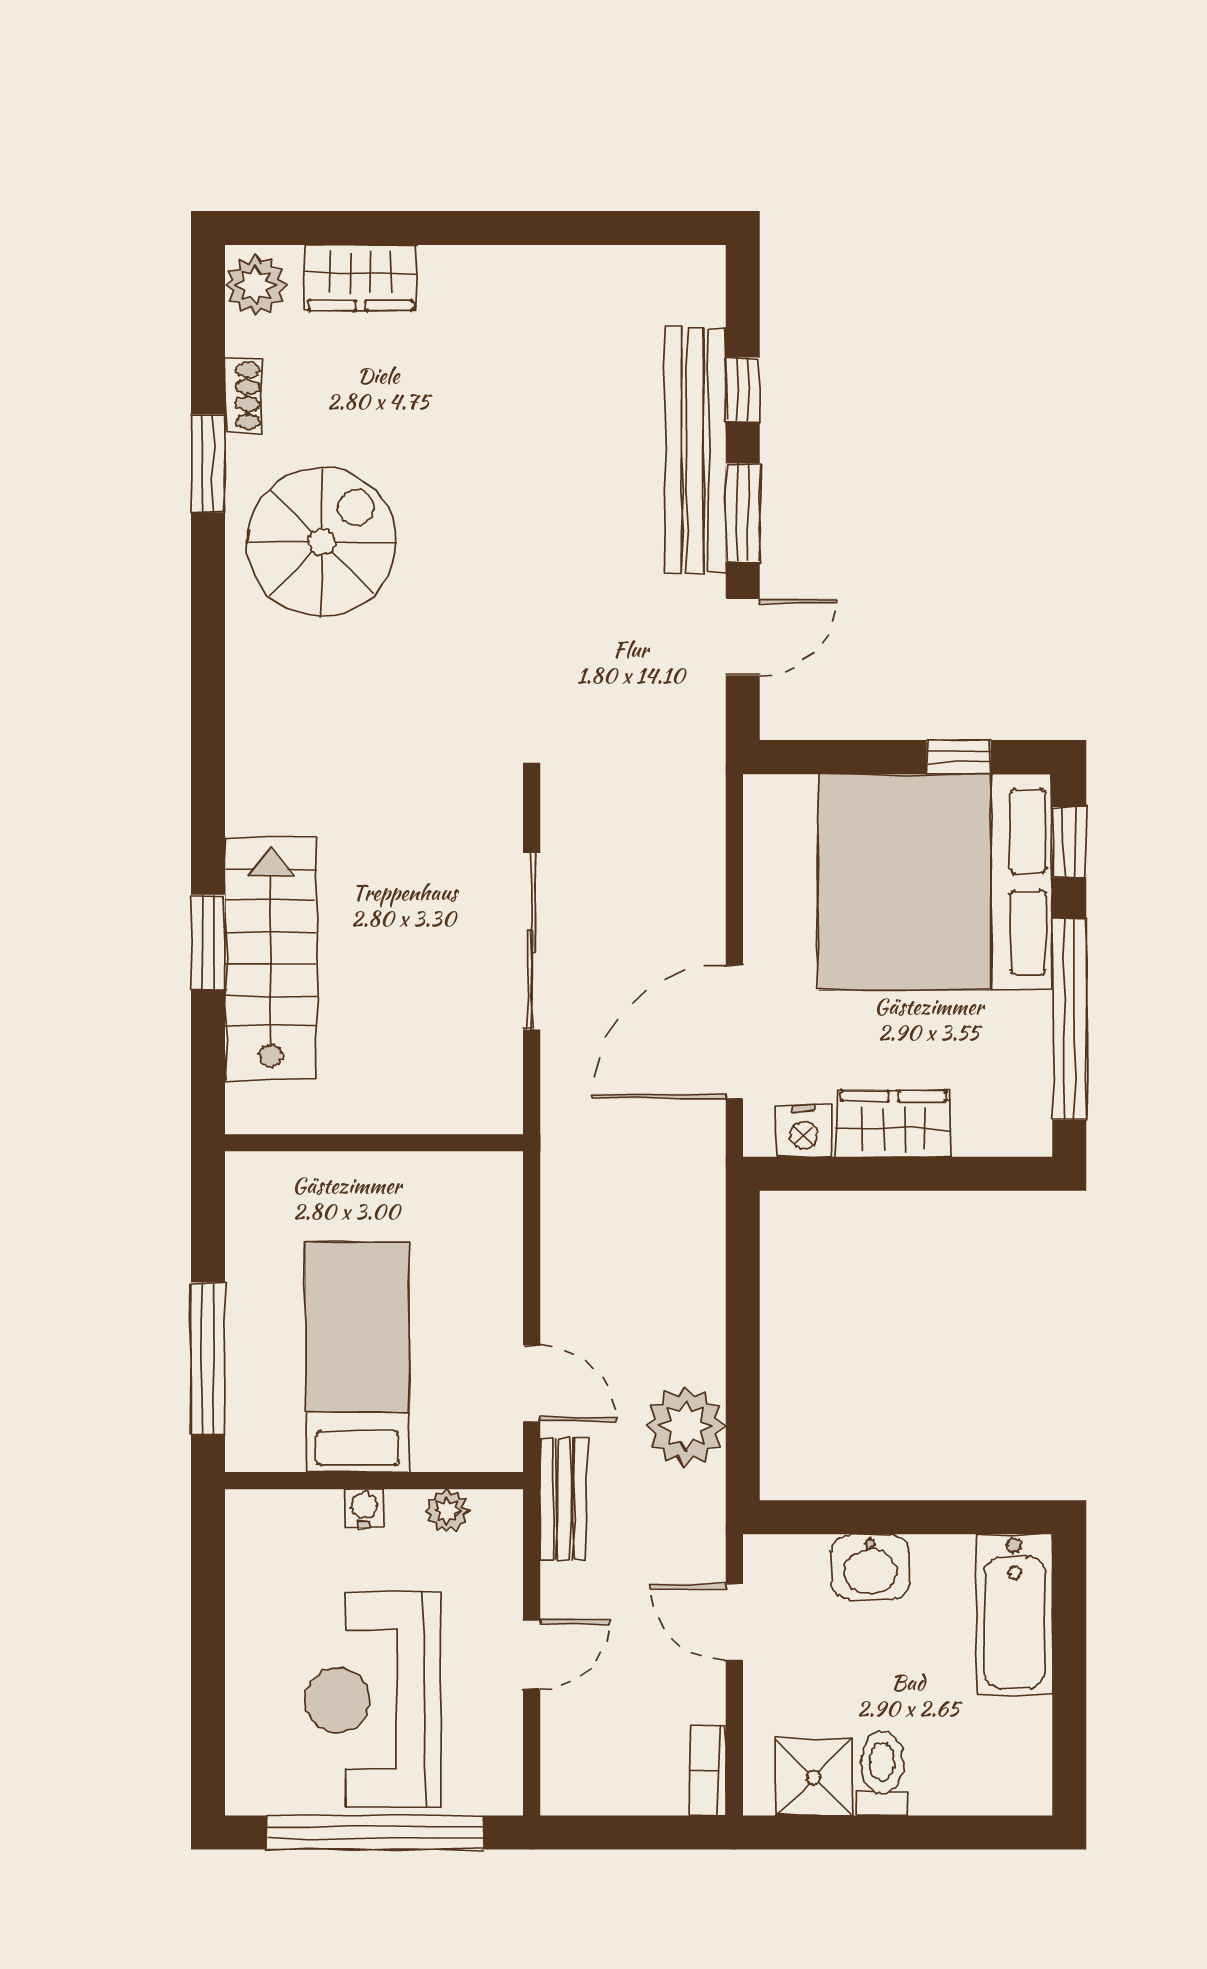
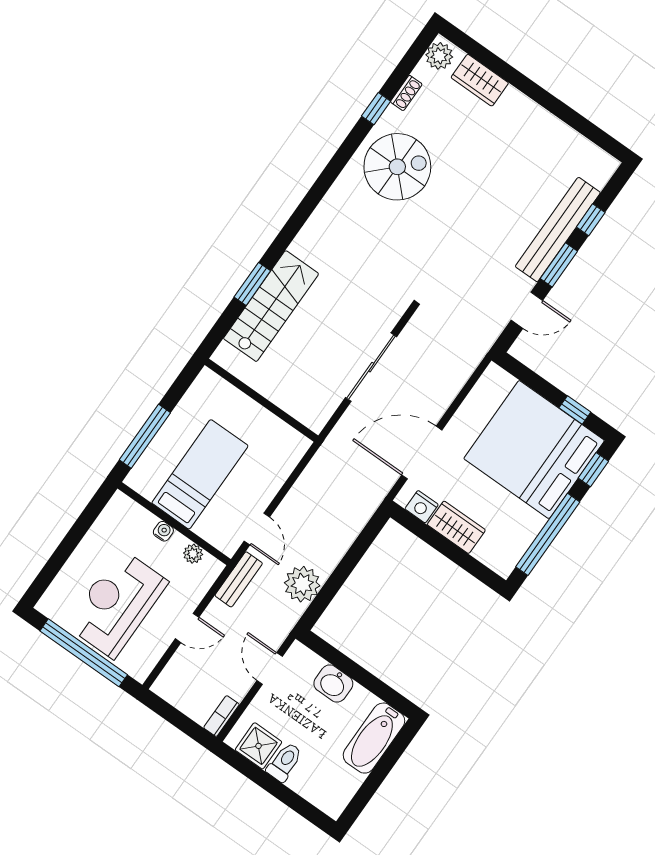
window: (208, 463) -> (376, 109), width x0.67

